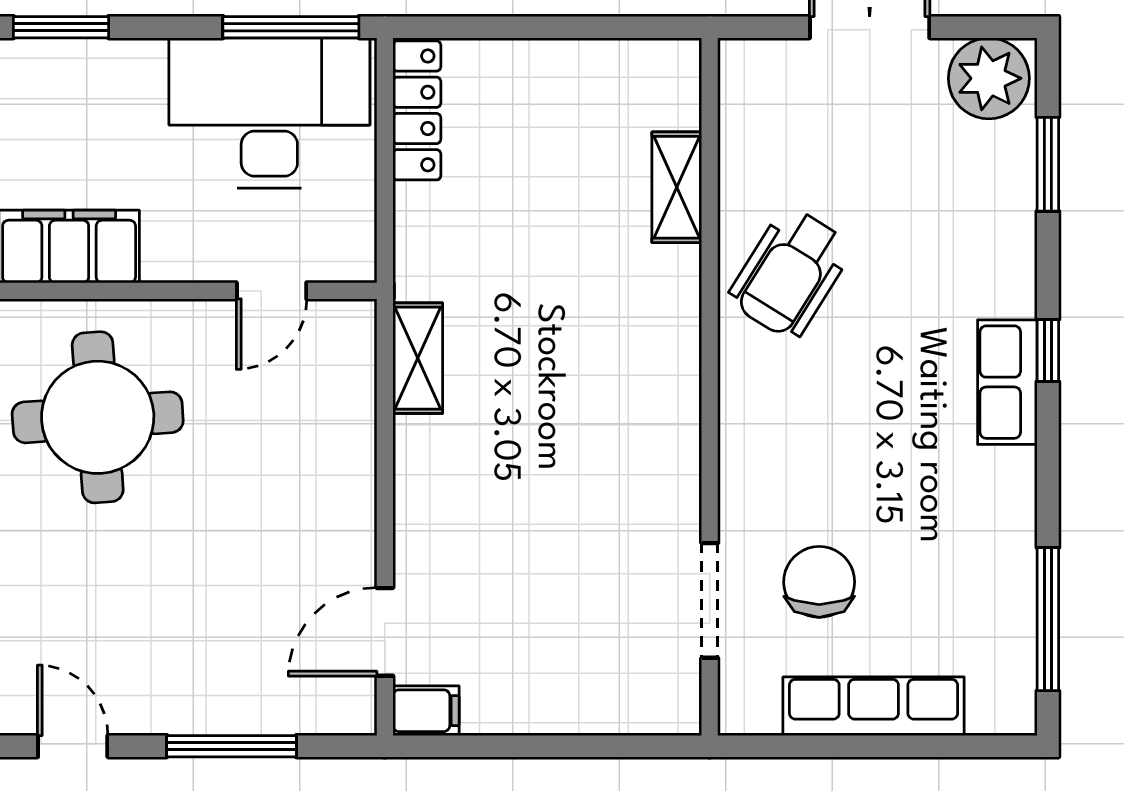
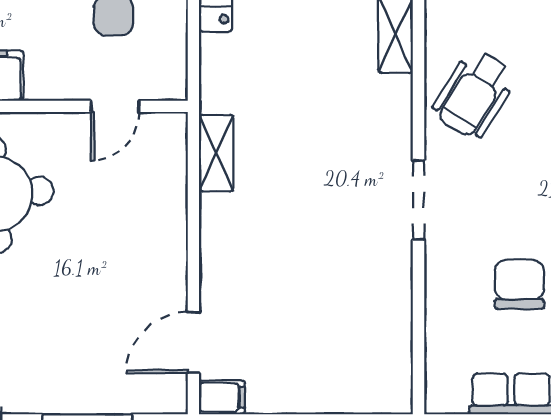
chair: (819, 582) -> (519, 284), moved
doorway: (710, 600) -> (419, 200), moved

